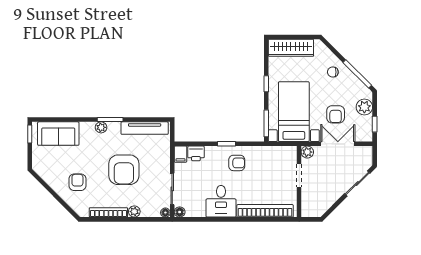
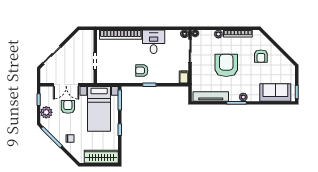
plant: (307, 152) -> (89, 79), removed
printer: (196, 153) -> (172, 78), removed

